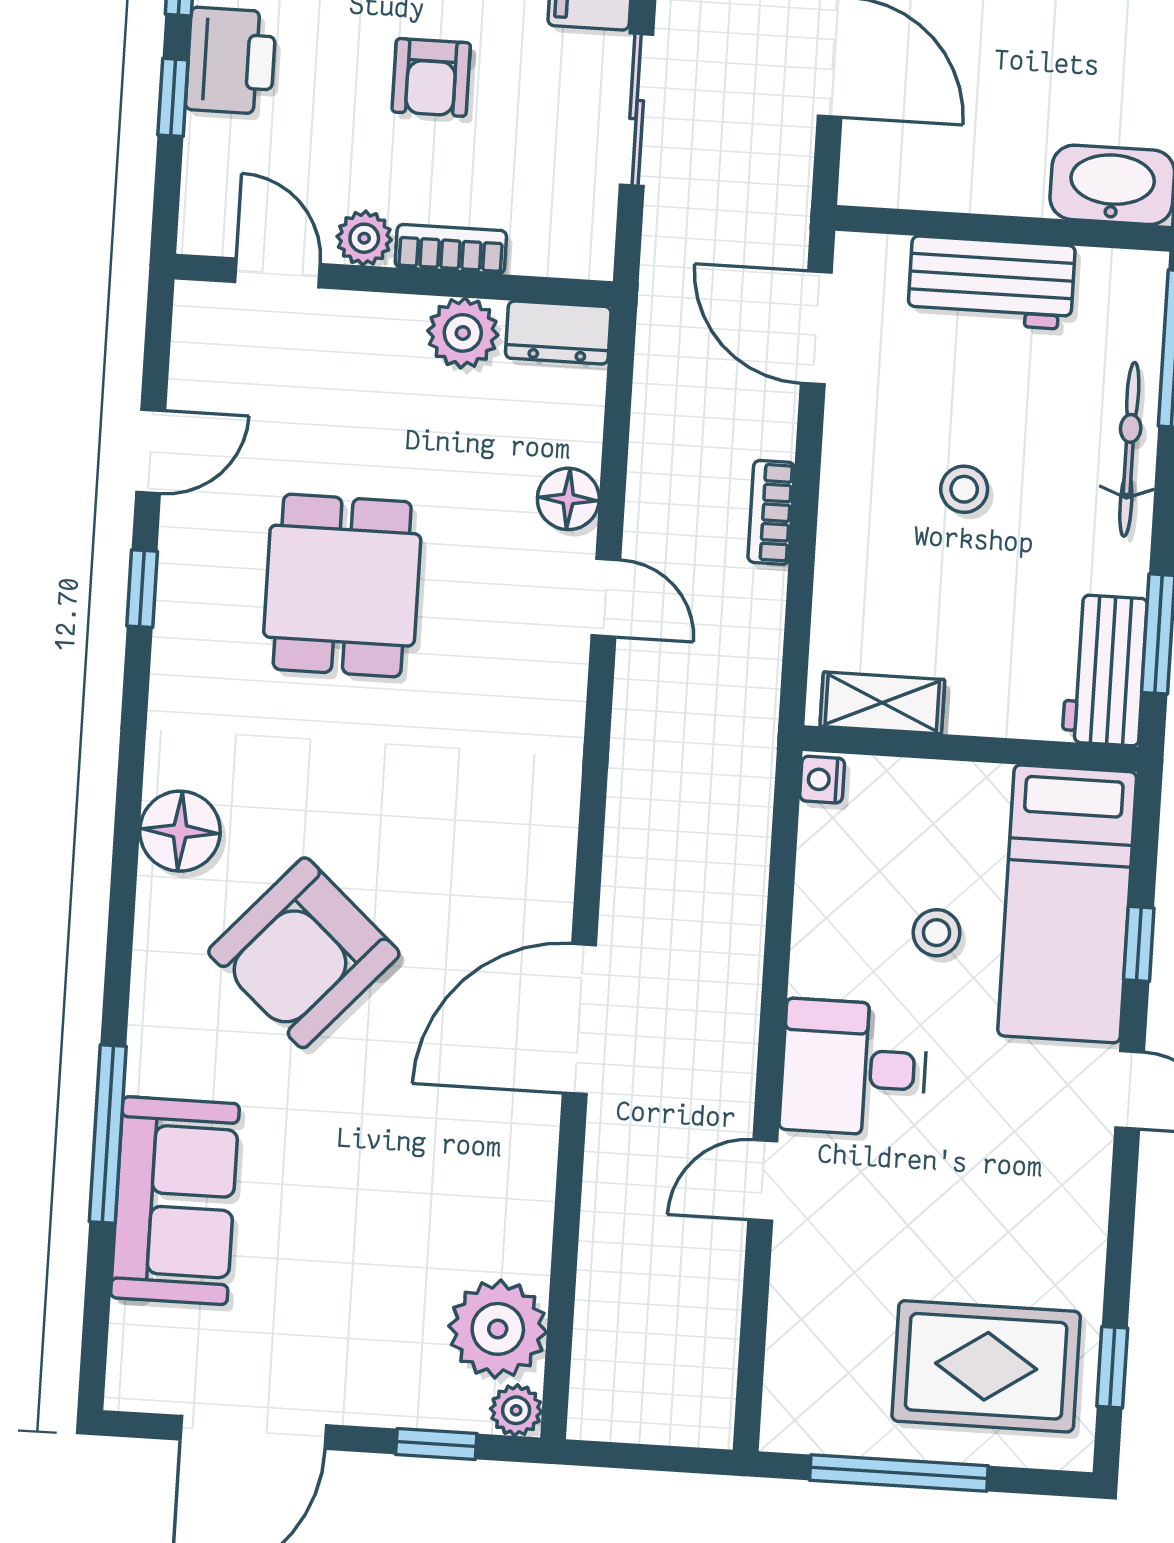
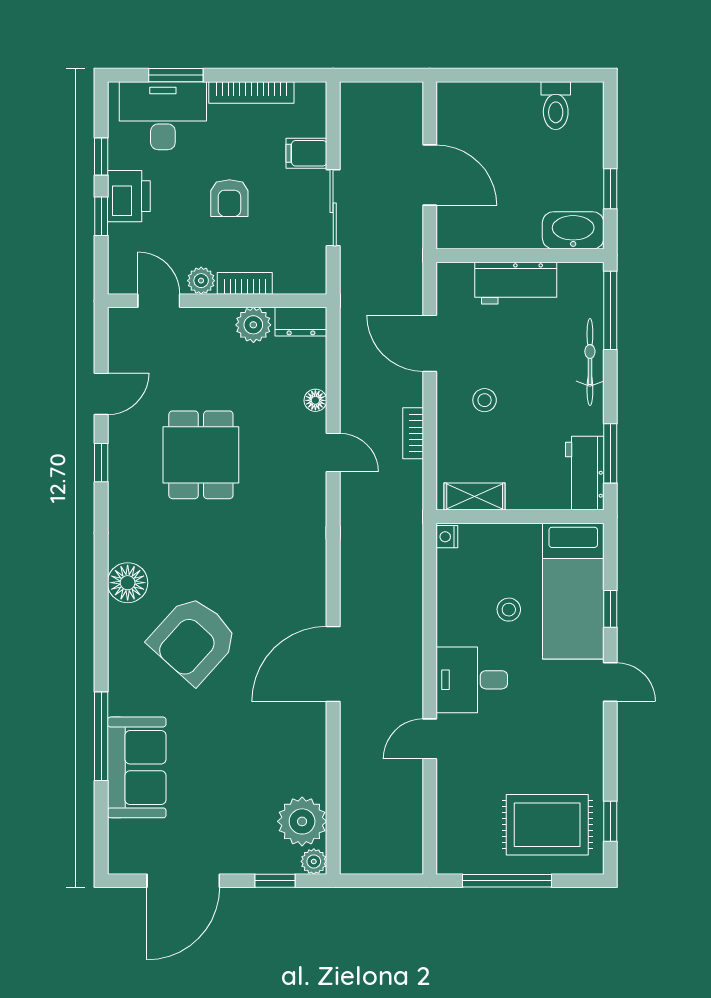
door: (816, 328) -> (430, 343), moved
stool: (964, 489) -> (485, 400), moved
floor lamp: (568, 499) -> (315, 400), width x0.73, depth x0.73
bookcase: (771, 512) -> (413, 433), moved

